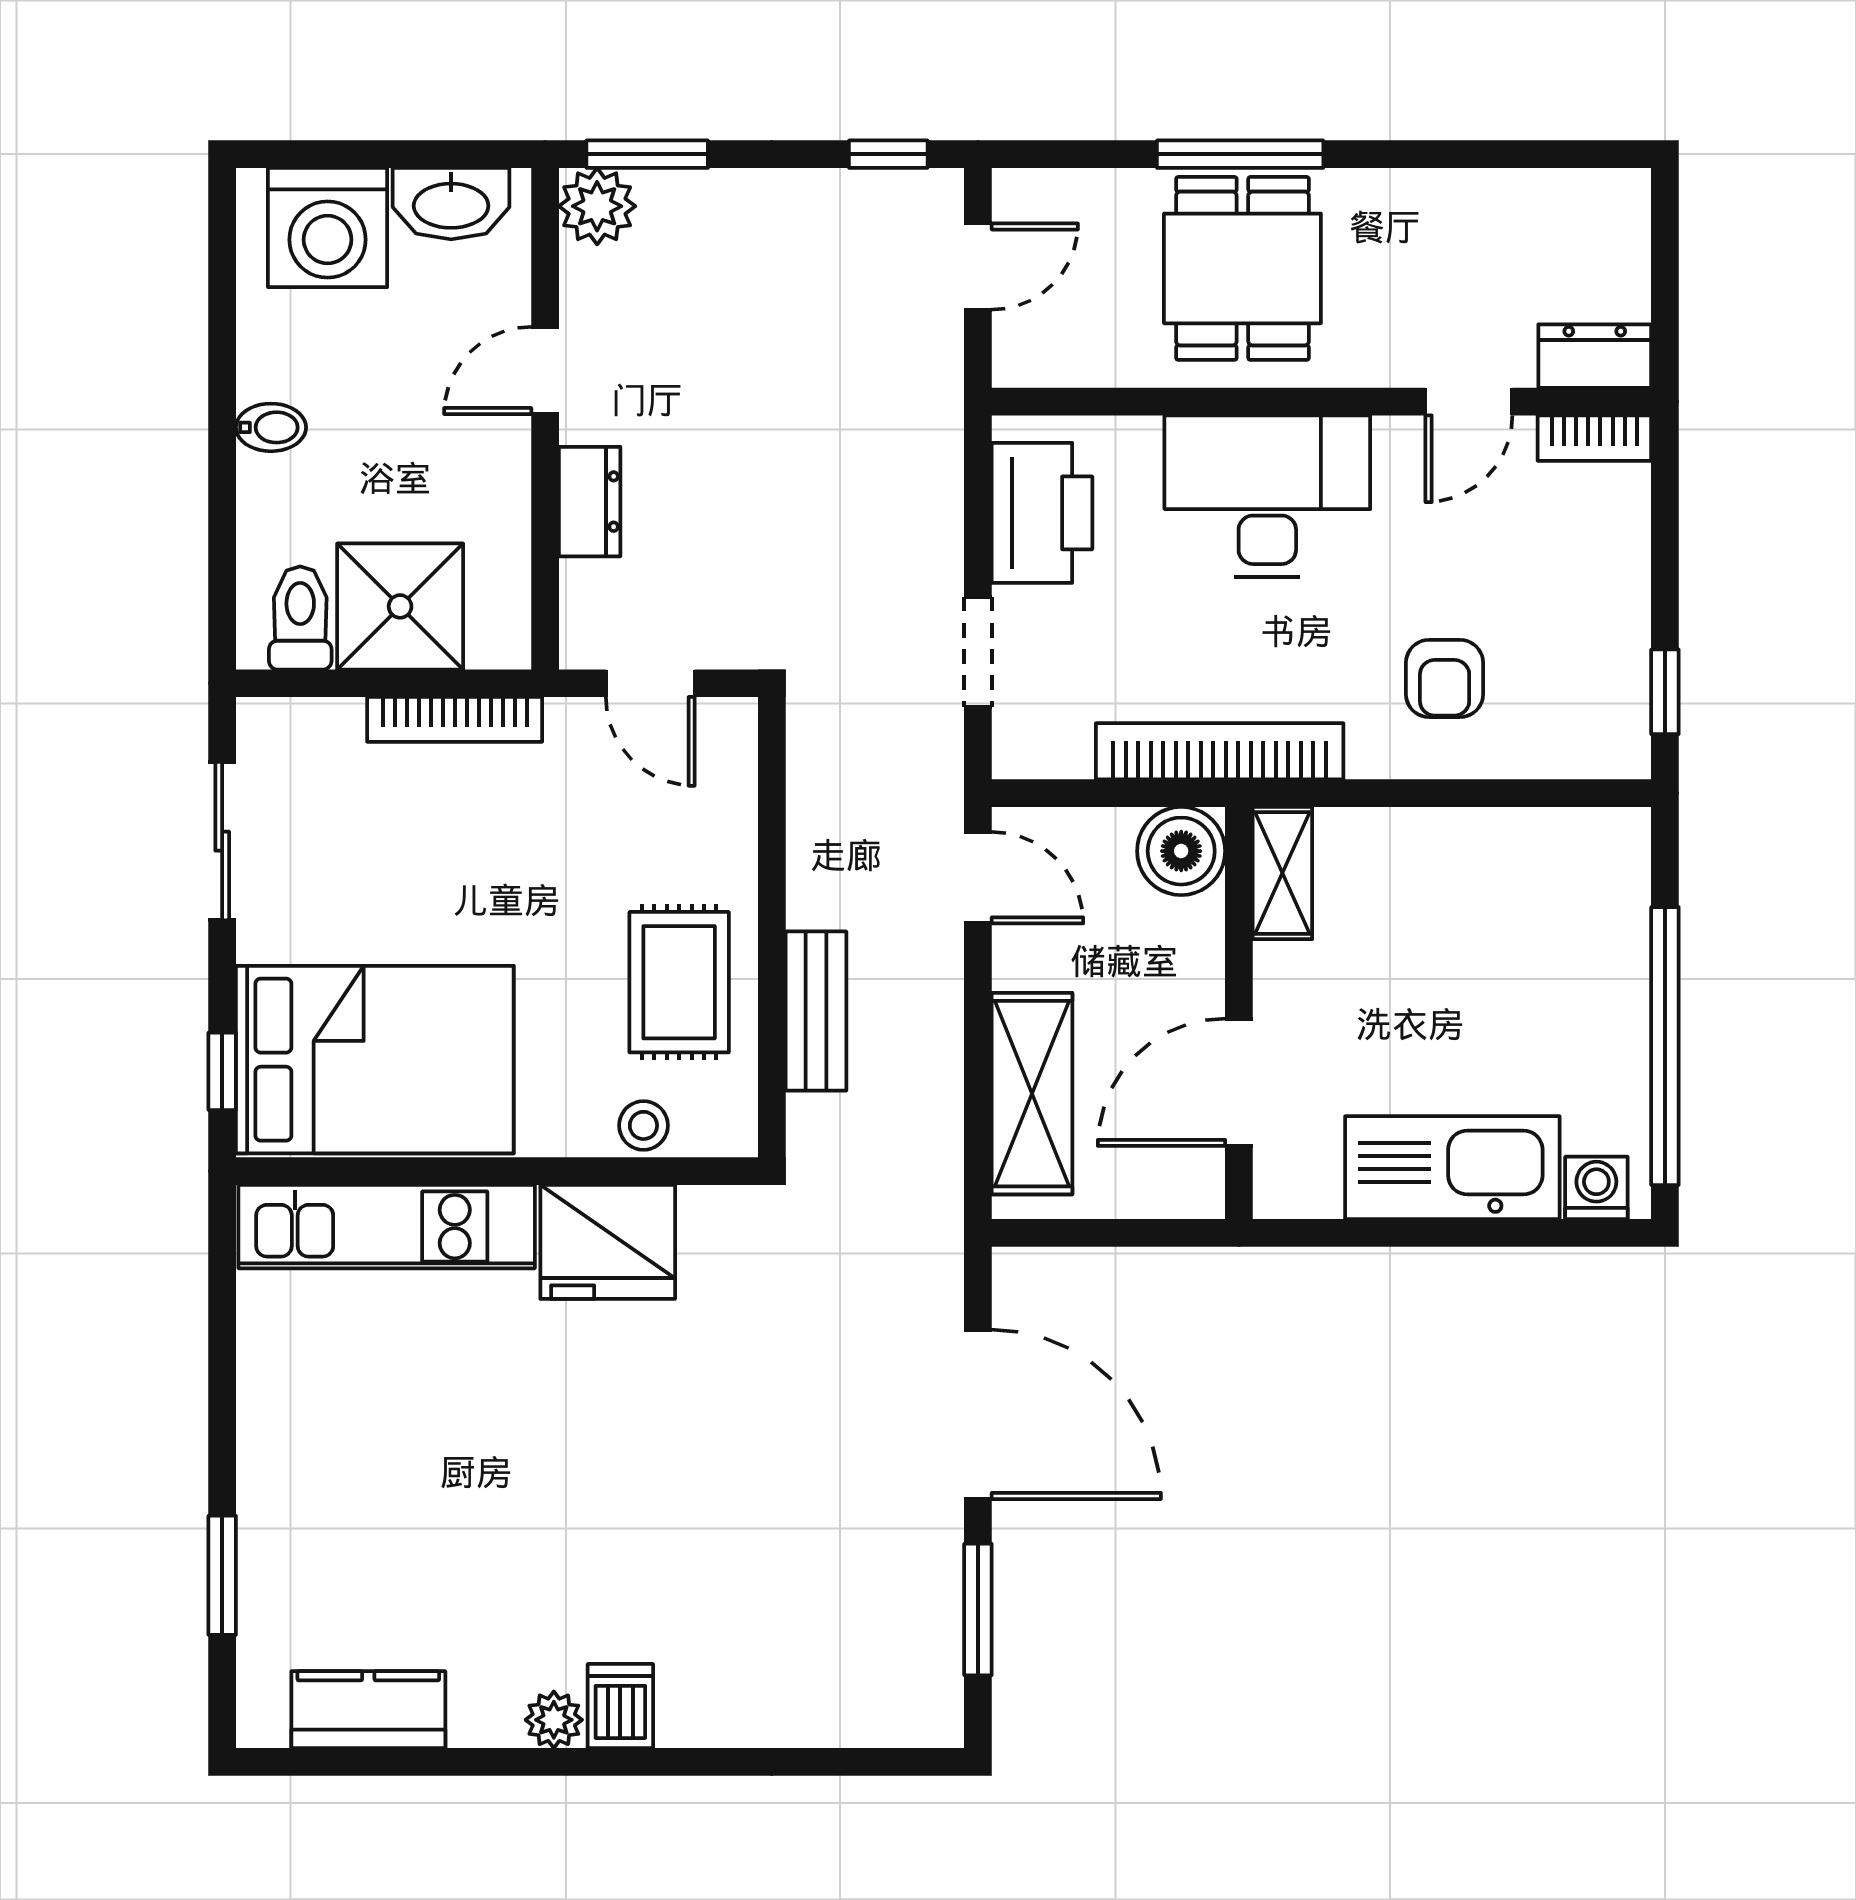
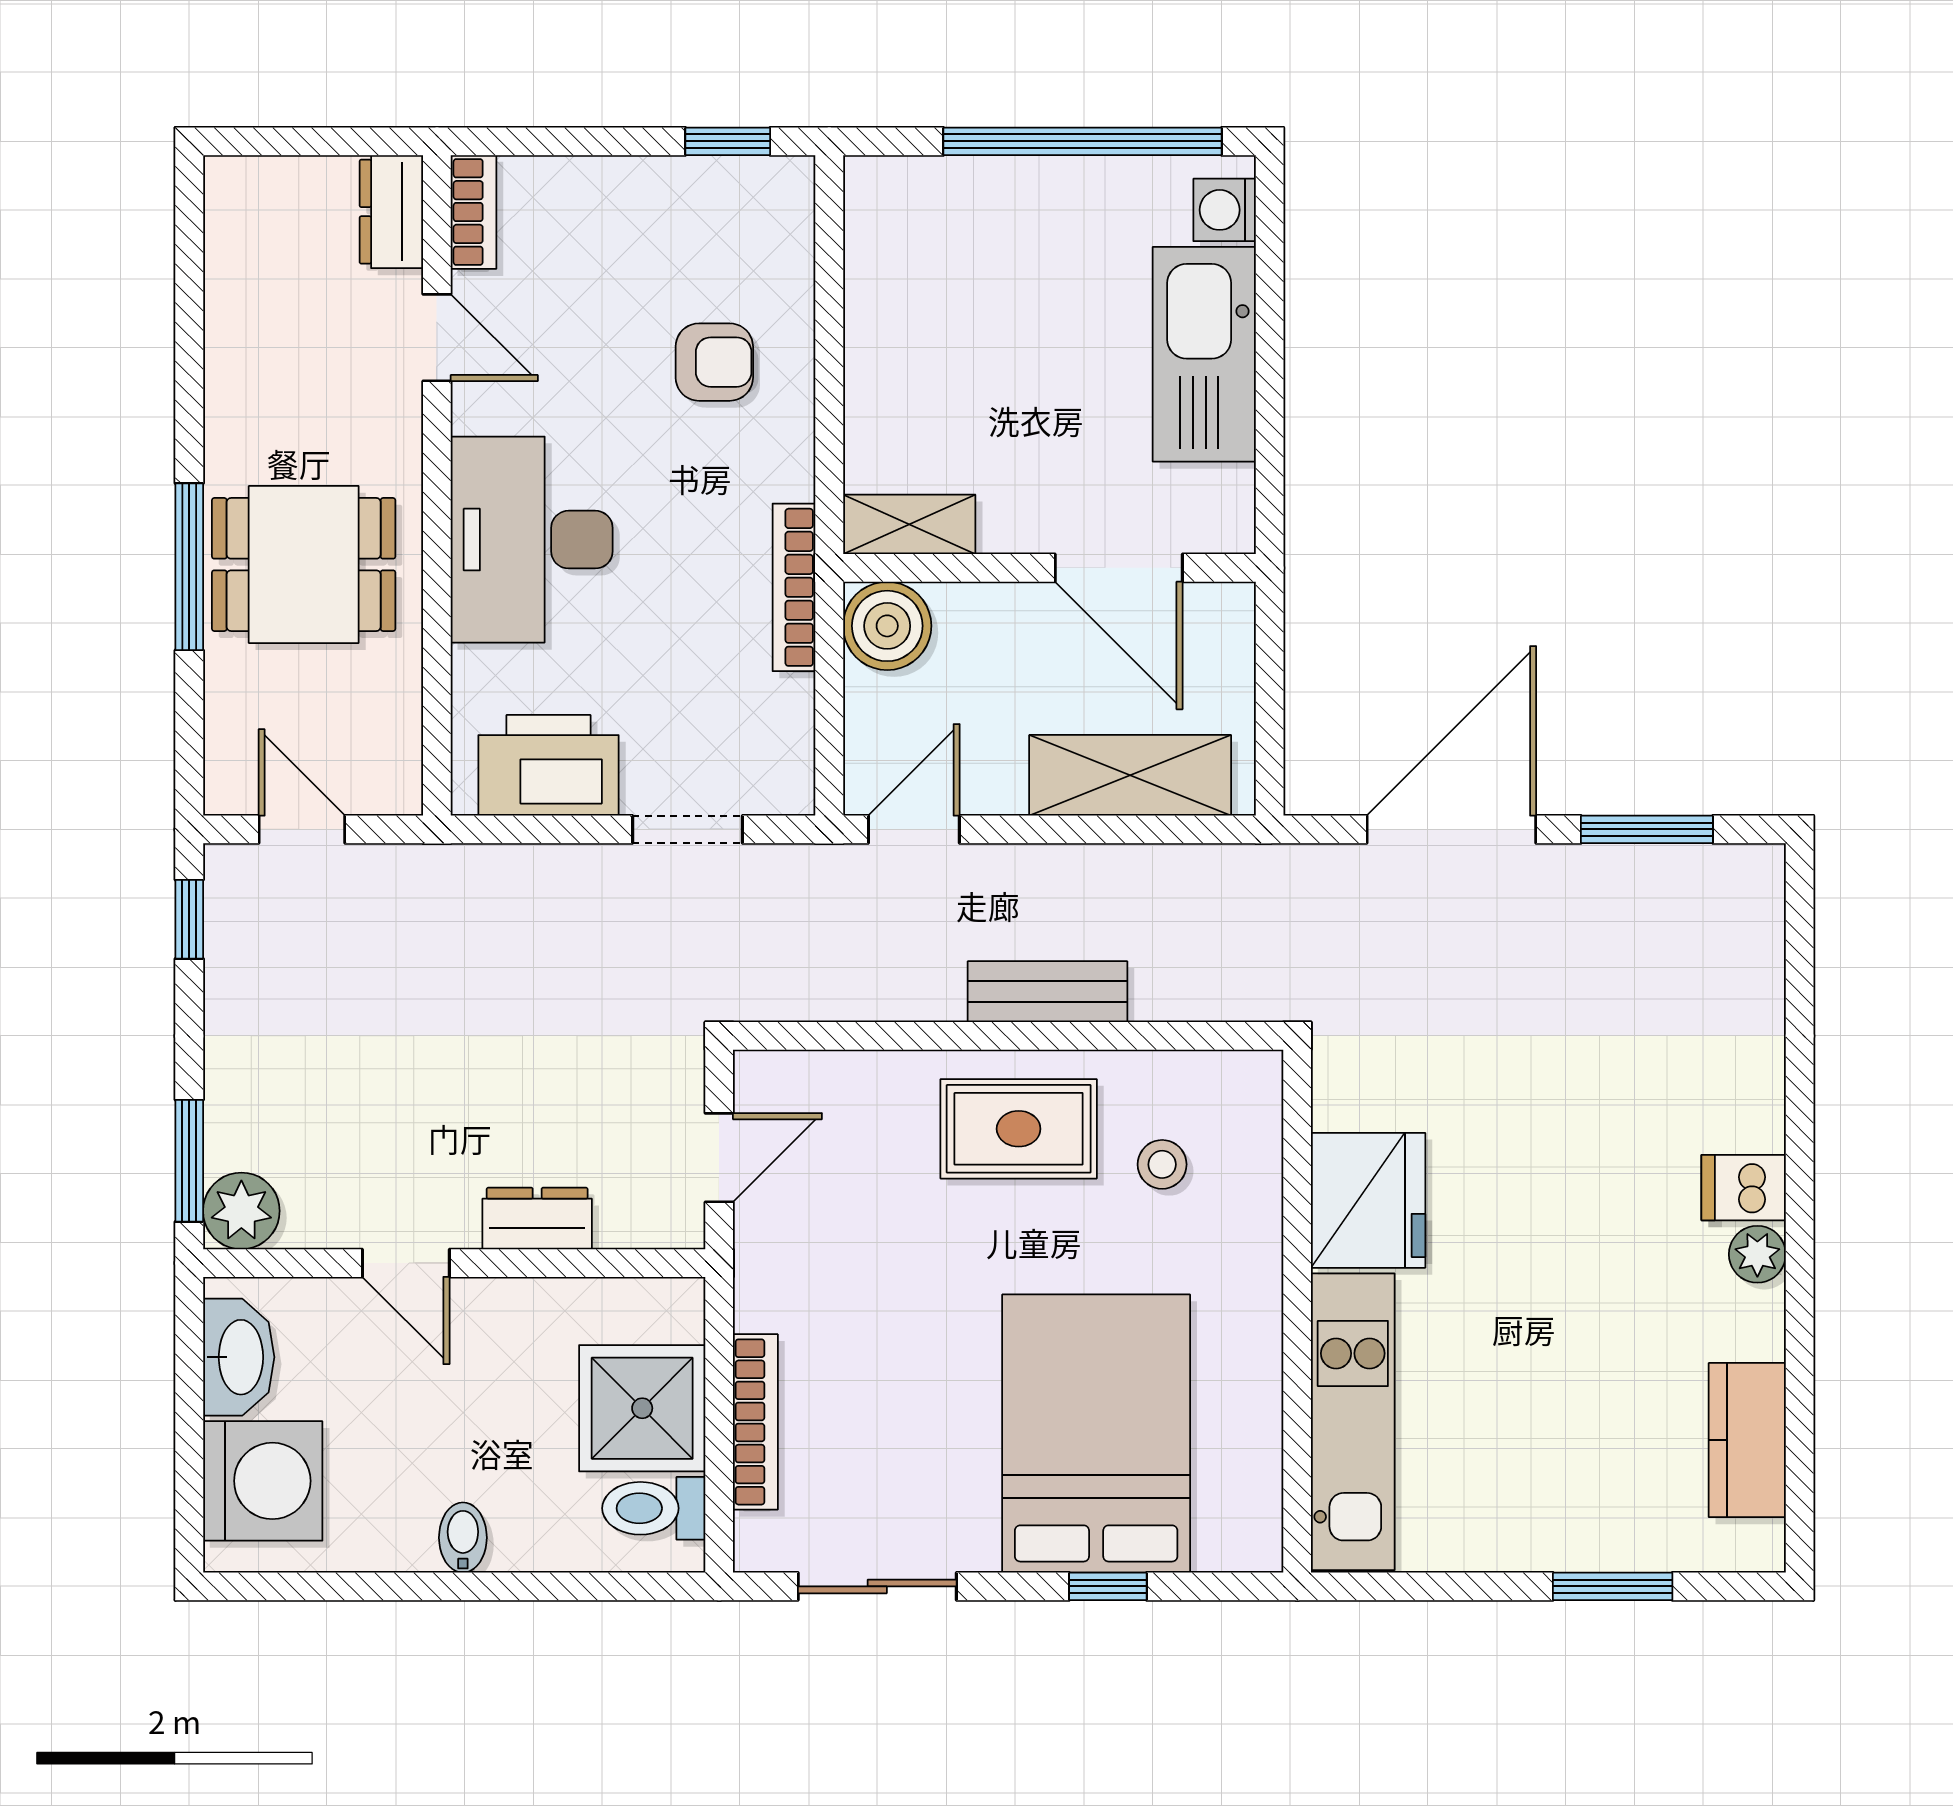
bookcase: (455, 719) -> (755, 1422), moved
bookcase: (1220, 751) -> (794, 587), width x0.68, depth x0.76
wall: (497, 1171) -> (1297, 1311), moved
kitchen unit: (387, 1227) -> (1353, 1422), moved
fridge: (608, 1242) -> (1368, 1200), moved

